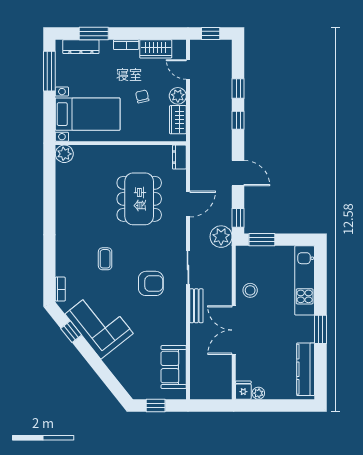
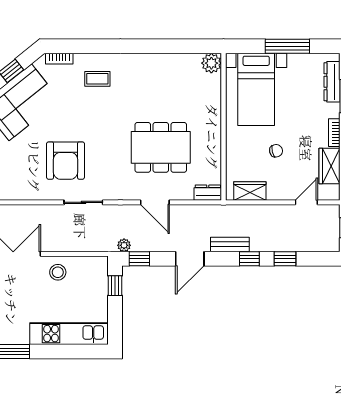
window: (49, 71) -> (287, 46), moved
plant: (178, 96) -> (277, 191), removed
plant: (221, 237) -> (124, 245), width x0.53, depth x0.53
window: (262, 240) -> (115, 286), width x0.67
coffee table: (105, 259) -> (97, 79), moved
armchair: (151, 283) -> (66, 161), width x1.36, depth x1.36
bench: (196, 306) -> (230, 244), moved

